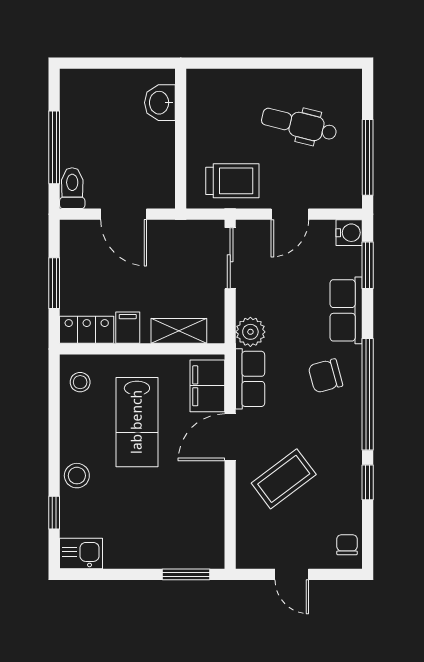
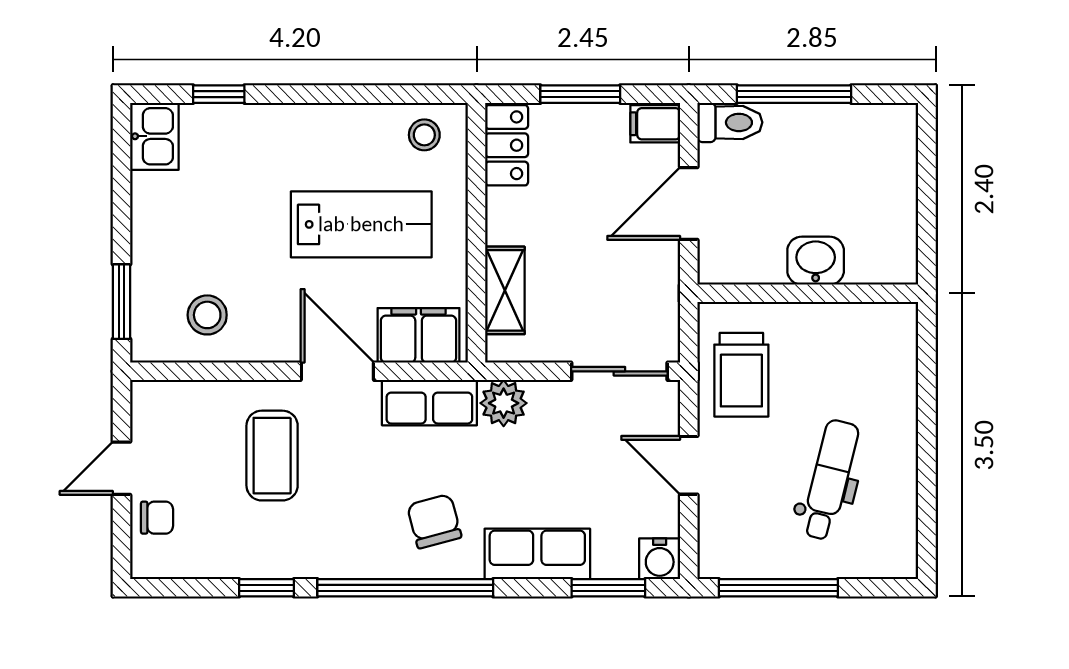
washbasin: (160, 103) -> (816, 261), moved
filing cabinet: (128, 328) -> (655, 124), moved, turned 180
lab bench: (137, 422) -> (361, 224), turned 180
stool: (77, 476) -> (207, 315), moved
coffee table: (284, 479) -> (272, 456), turned 37
chair: (347, 545) -> (157, 518), moved

